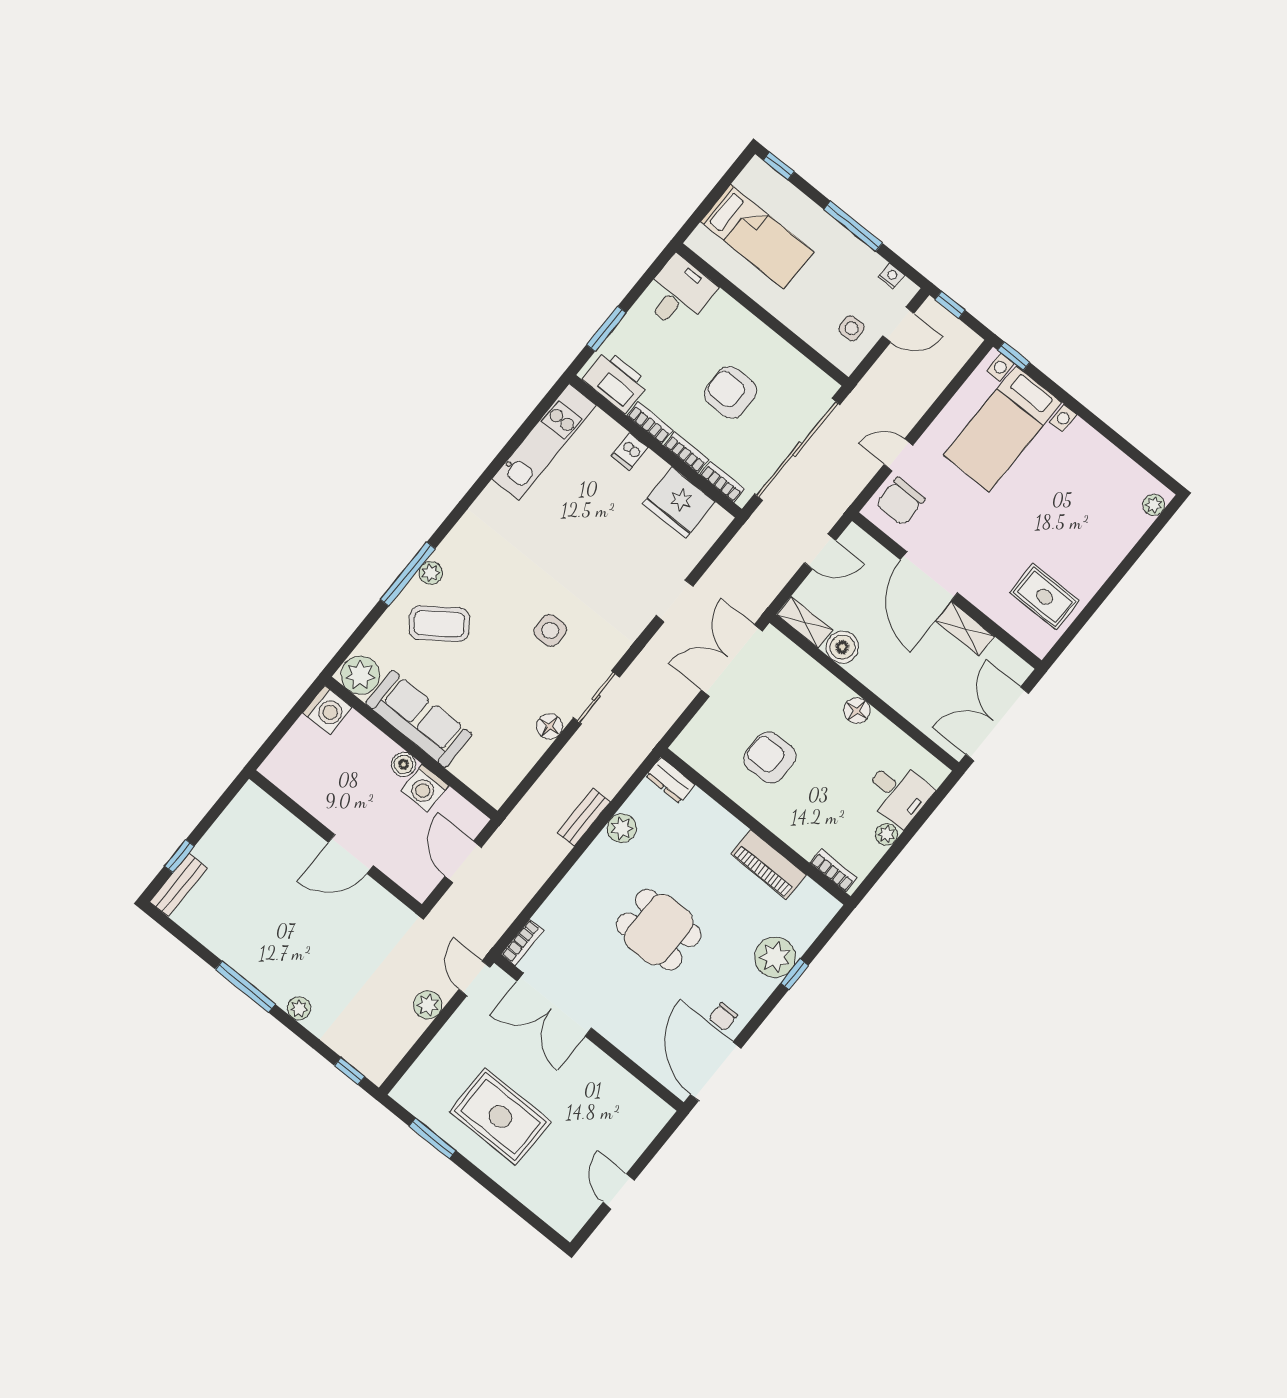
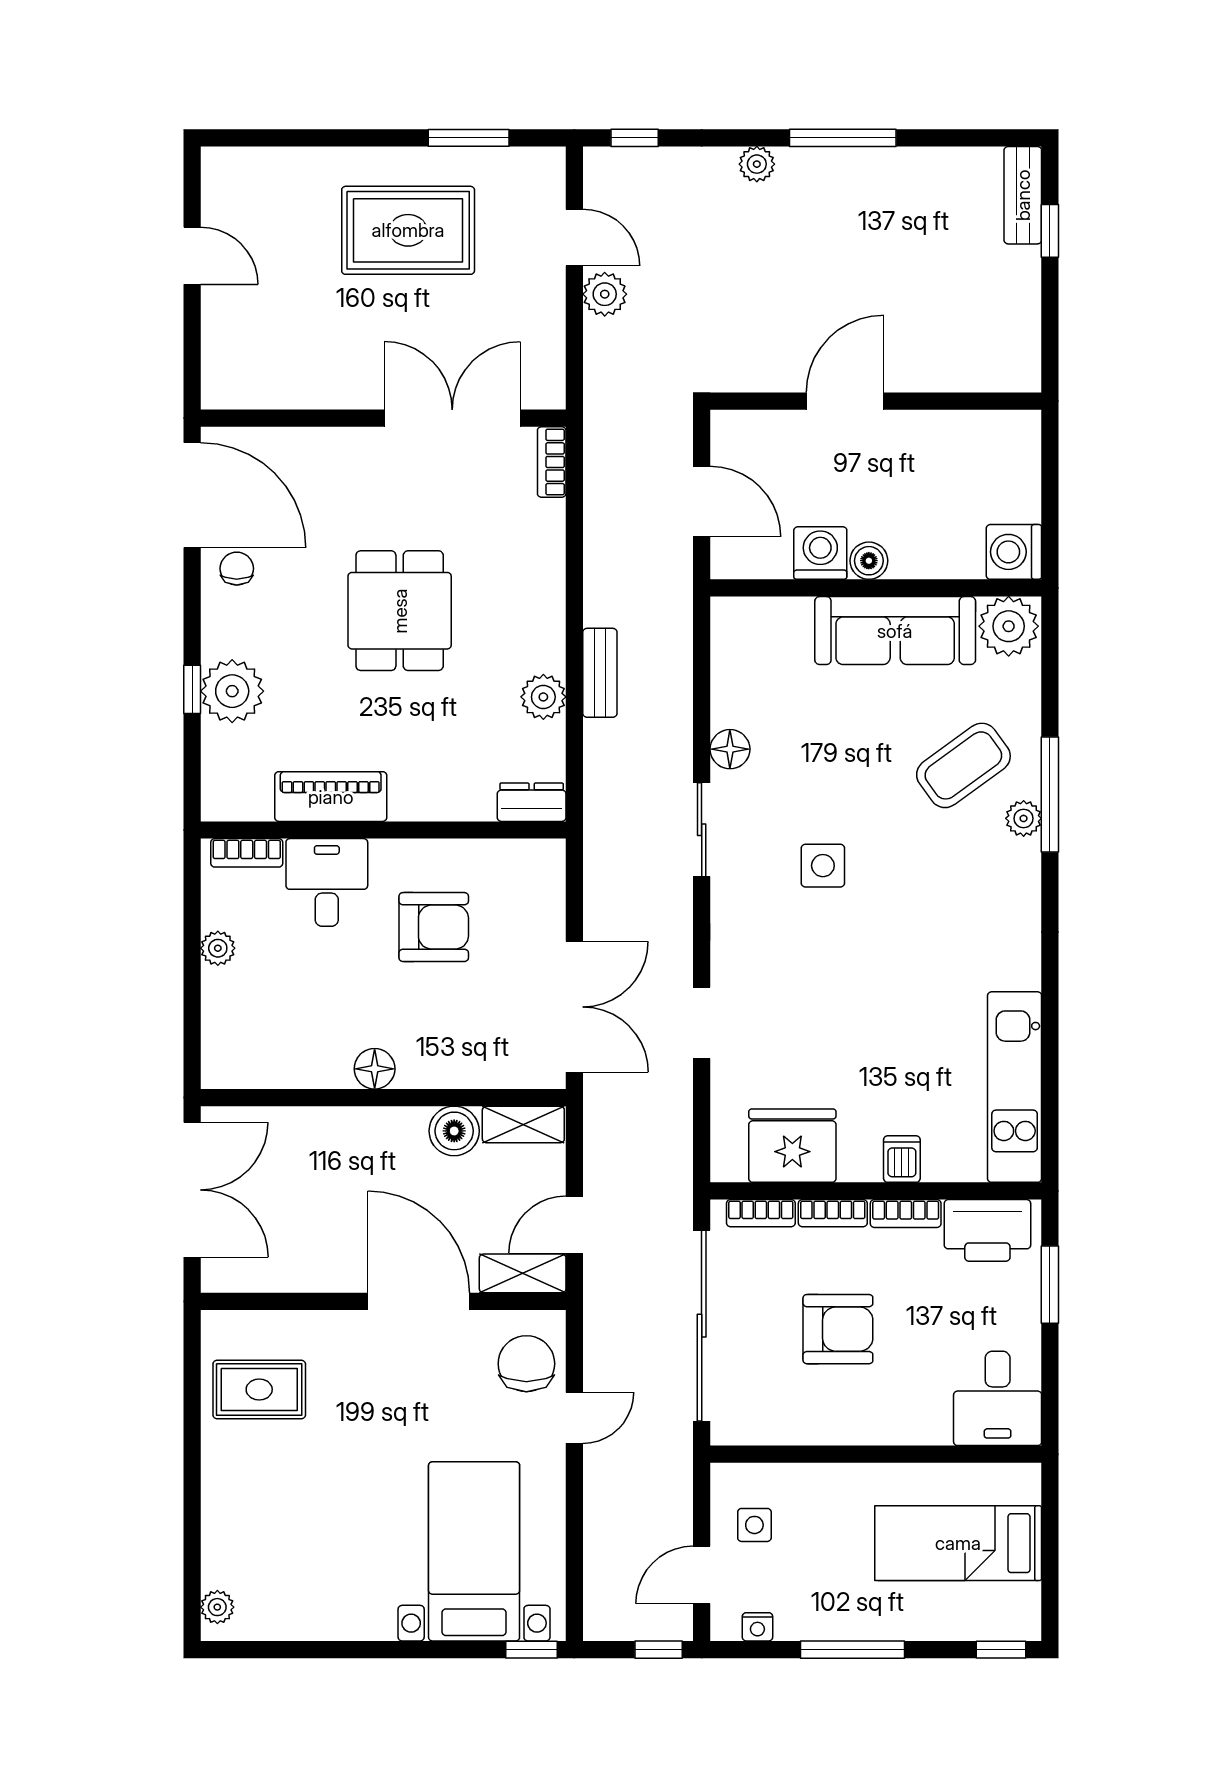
shelving: (965, 629) -> (523, 1273), moved
desk: (898, 793) -> (327, 882), moved, turned 90
dining table: (659, 930) -> (400, 611), turned 90
door: (475, 978) -> (574, 238), moved

